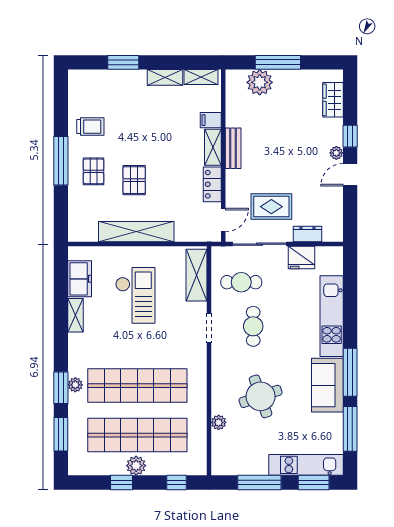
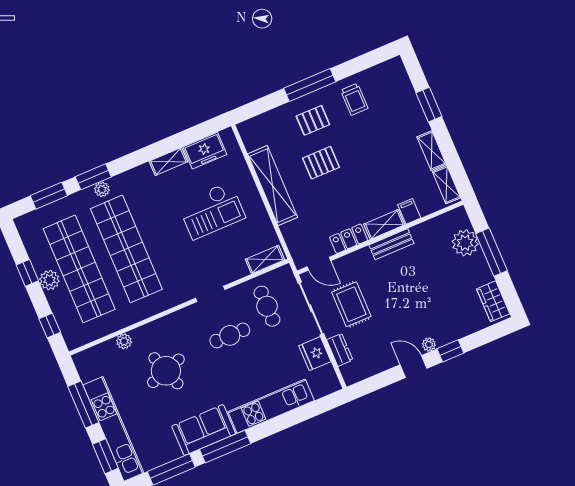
wardrobe: (333, 100) -> (493, 301), moved, turned -90
shelving: (196, 275) -> (265, 260), width x0.67, depth x0.75
kitchen unit: (306, 465) -> (113, 429), width x1.36

